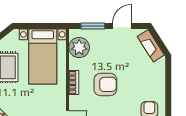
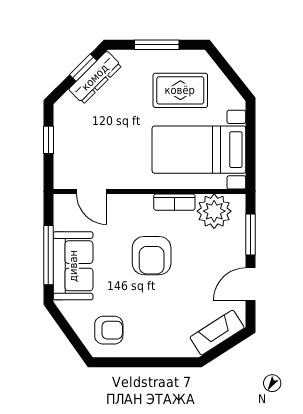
door: (122, 26) -> (251, 284), swing flipped
bookcase: (74, 83) -> (174, 202), moved

